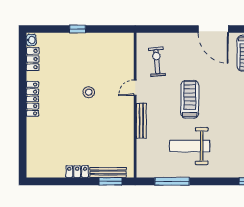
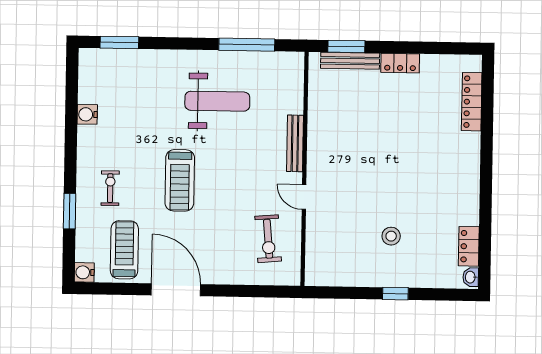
door: (135, 88) -> (304, 197), swing flipped
stool: (89, 92) -> (391, 236), moved
locker: (32, 99) -> (472, 102), moved
treadmill: (190, 99) -> (180, 180), moved

